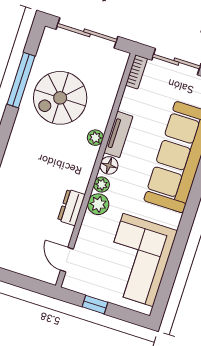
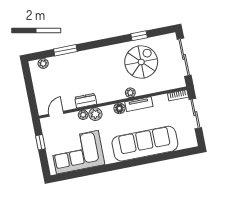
window: (21, 80) -> (139, 36), width x0.46
spiral stairs: (60, 98) -> (141, 62), turned 90
plant: (102, 185) -> (83, 115), moved

